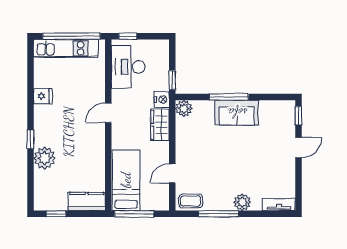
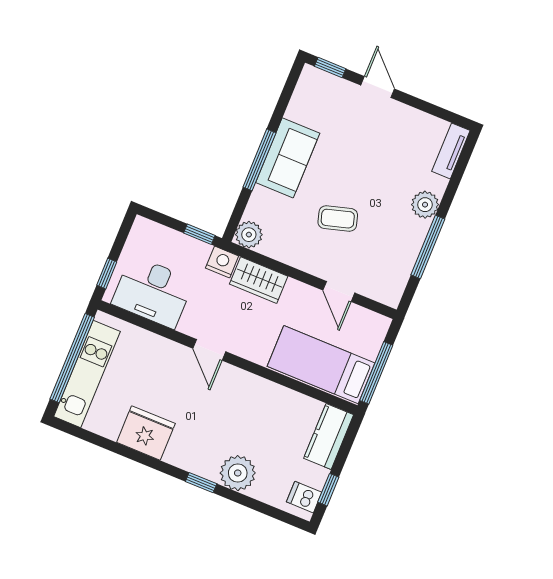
fridge: (43, 96) -> (146, 433), width x1.88, depth x1.34
coffee table: (191, 201) -> (338, 219), moved, turned 76
dishwasher: (46, 202) -> (304, 497), added

